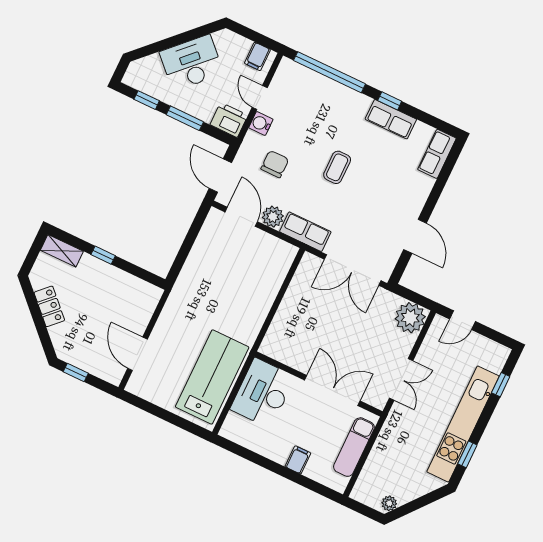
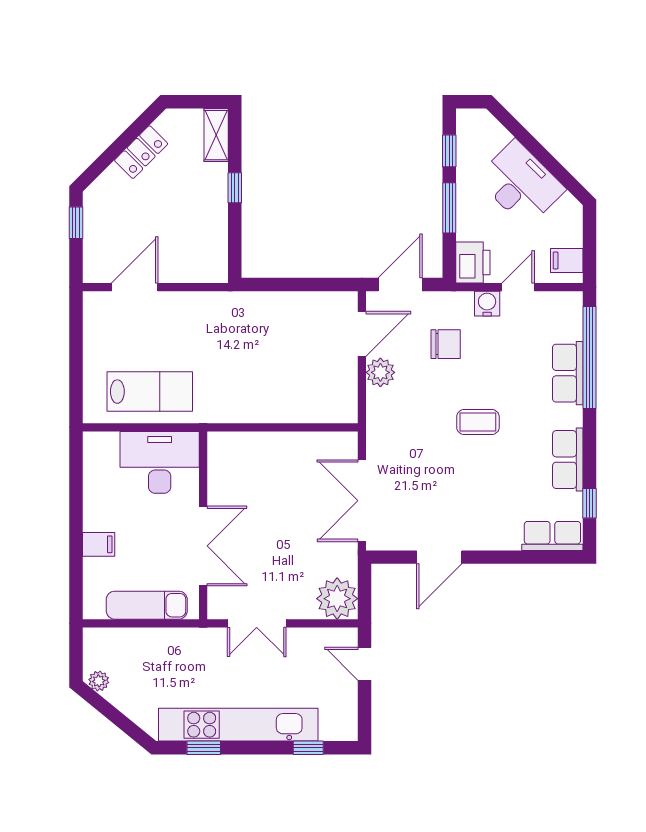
window: (390, 101) -> (590, 503), moved
row of seats: (305, 232) -> (568, 373), moved, turned 180
lab bench: (212, 377) -> (150, 392), width x0.73, depth x0.72

